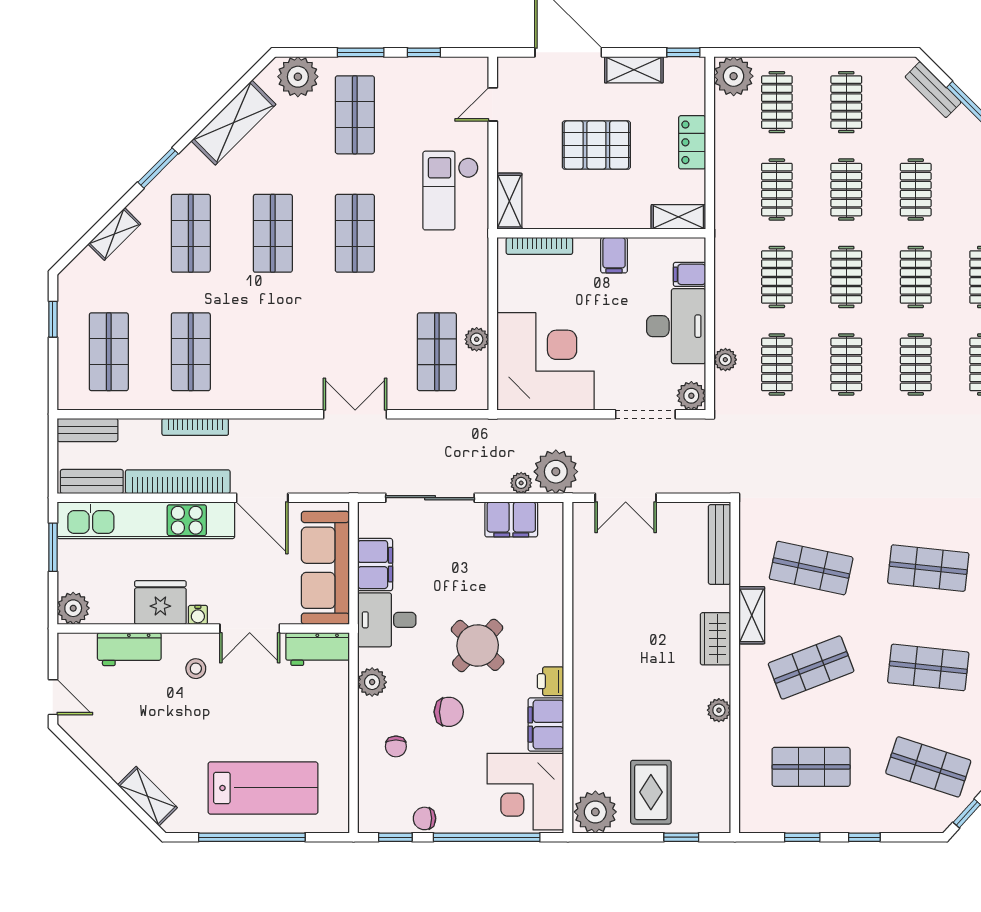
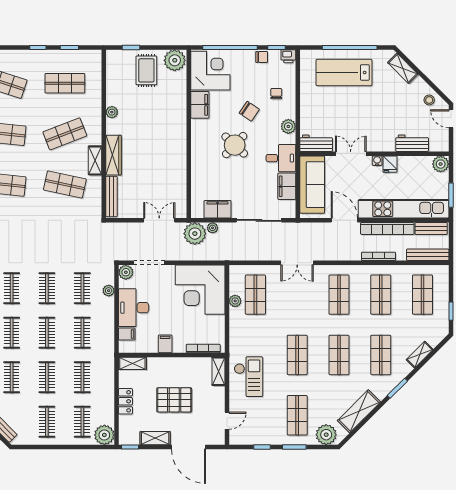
shop shelf: (273, 352) -> (339, 295), added
bench: (87, 430) -> (428, 255), width x1.36
fridge: (160, 603) -> (390, 164), width x0.53, depth x0.75
wardrobe: (715, 639) -> (114, 155), width x1.50
stool: (196, 669) -> (429, 100), moved
printer: (551, 681) -> (288, 56), moved, turned 90
chair: (449, 712) -> (249, 111), turned -146

